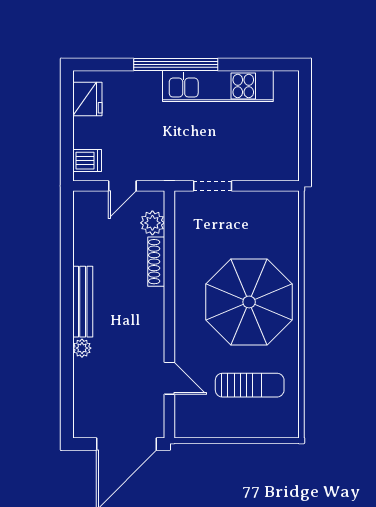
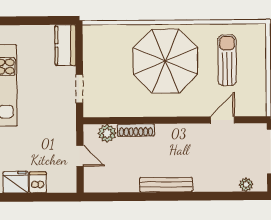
dishwasher: (87, 161) -> (38, 182), moved
kitchen counter: (271, 167) -> (65, 45), added
plant: (82, 348) -> (246, 185), moved

